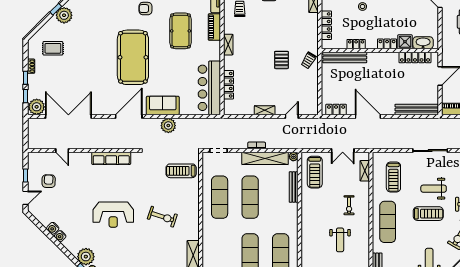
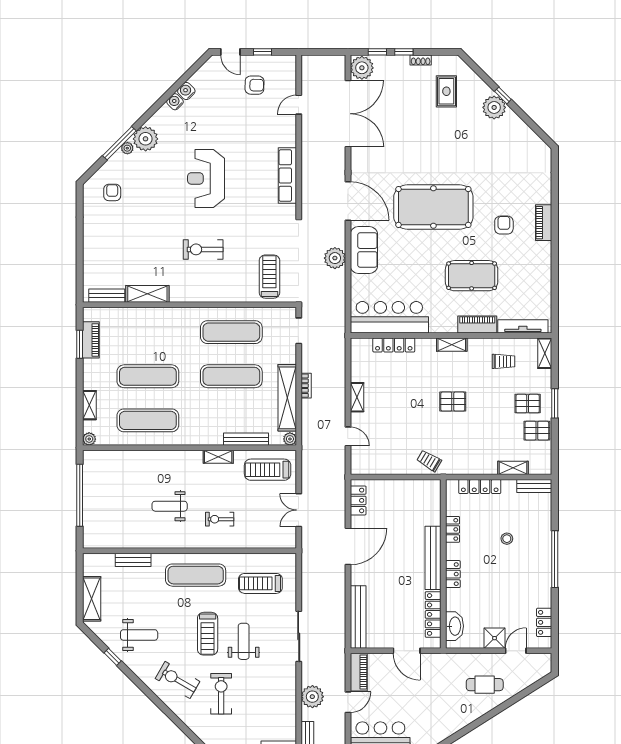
shower: (405, 42) -> (495, 638), moved
bench: (345, 58) -> (433, 558), moved
pallet: (281, 60) -> (453, 402), moved
shelving: (365, 171) -> (218, 457), moved
exercise bike: (162, 217) -> (203, 249), turned 72

